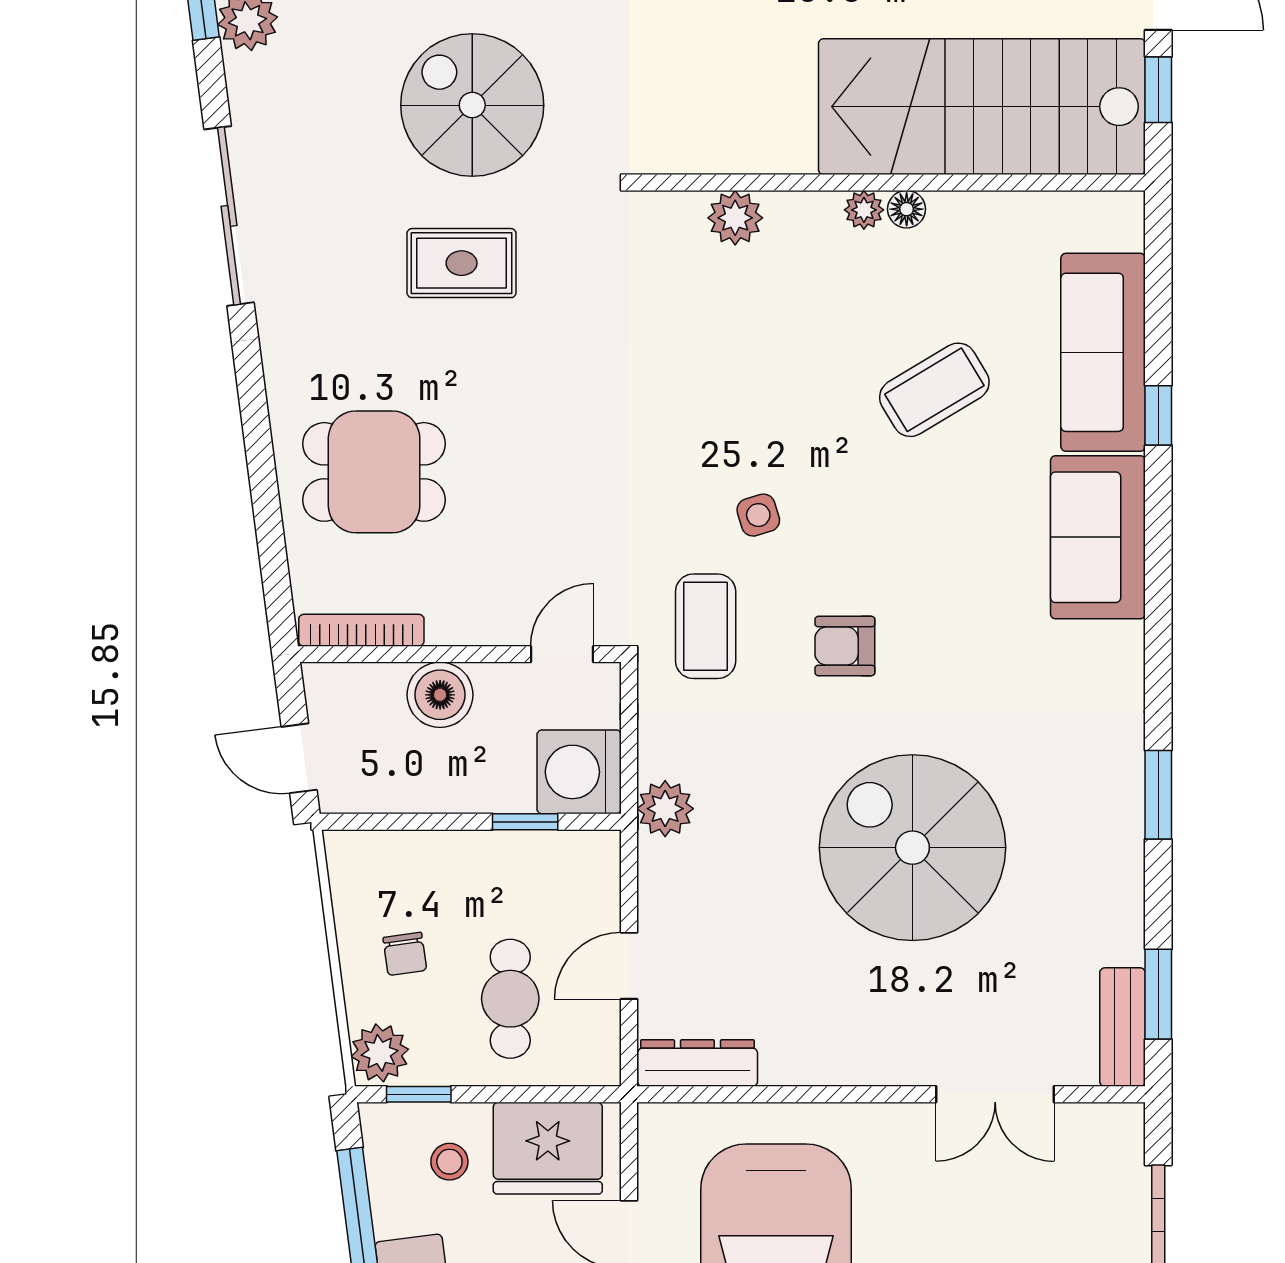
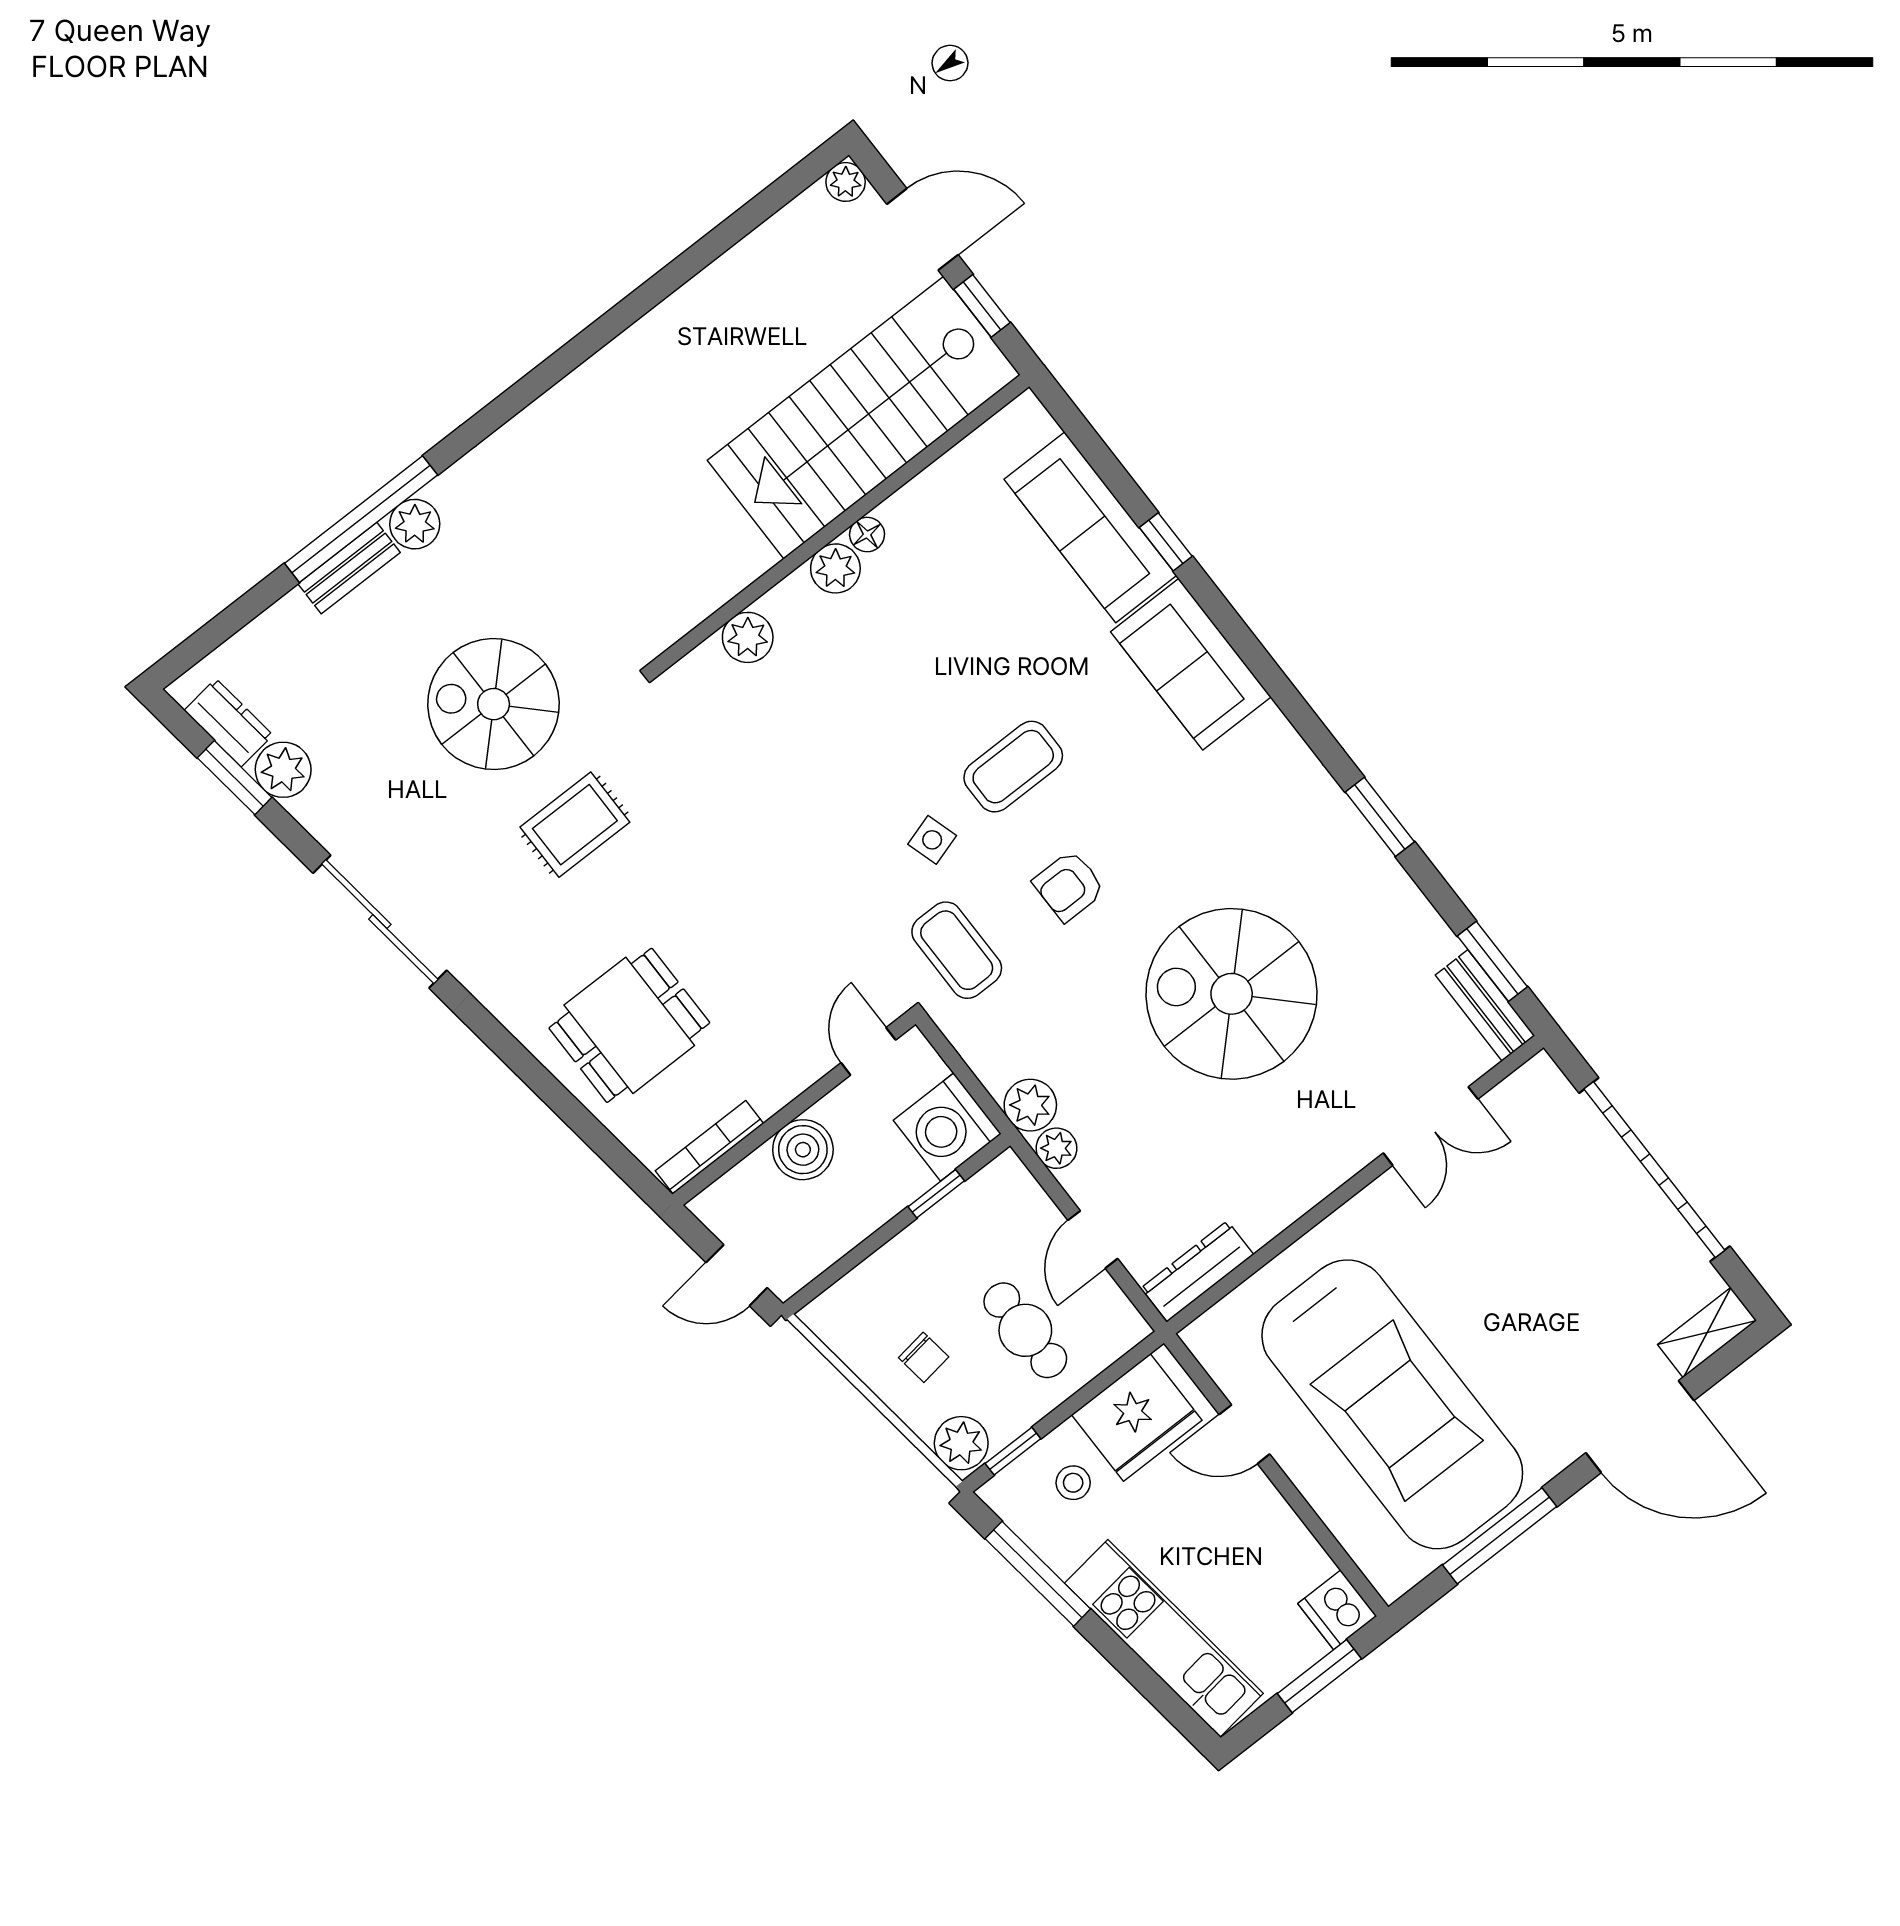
plant: (864, 210) -> (835, 568), width x1.38, depth x1.38
coffee table: (934, 390) -> (1013, 767), moved, turned 31
plant: (659, 863) -> (1056, 1148), added

